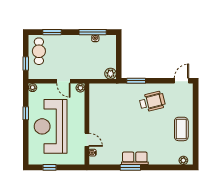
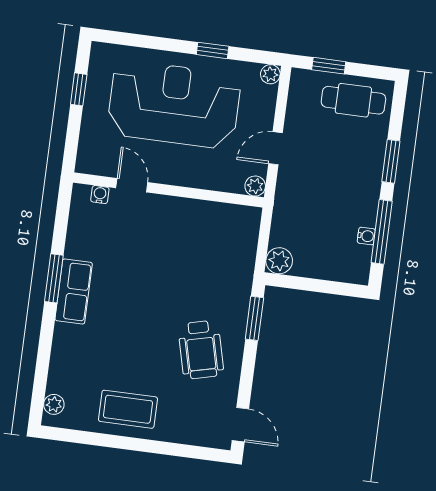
window: (52, 32) -> (391, 161), moved
door: (87, 140) -> (132, 185), swing flipped

